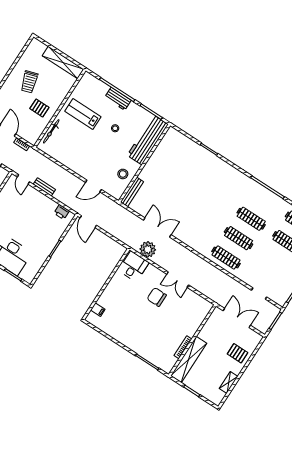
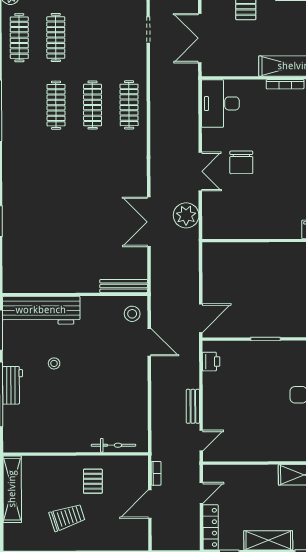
lab bench: (83, 114) -> (63, 419), removed
stool: (123, 174) -> (132, 314), moved
desk: (134, 266) -> (220, 104), moved, width x1.37
double door: (178, 280) -> (200, 171), moved

